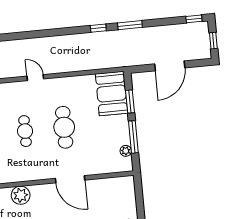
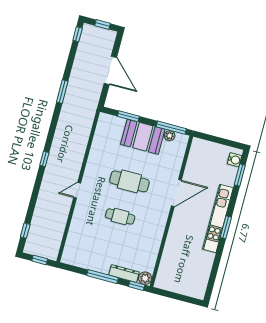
window: (98, 28) -> (44, 159), moved
booth: (112, 93) -> (143, 137), moved
window: (133, 137) -> (171, 128), moved
plant: (21, 195) -> (174, 241), removed

